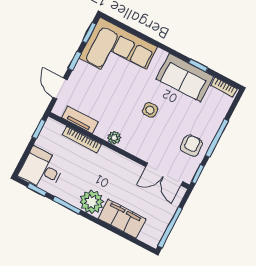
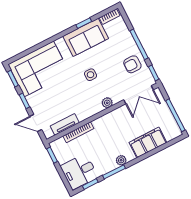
plant: (114, 138) -> (107, 103), moved
armchair: (191, 146) -> (132, 64), turned -88
plant: (92, 202) -> (121, 160), width x0.53, depth x0.53

